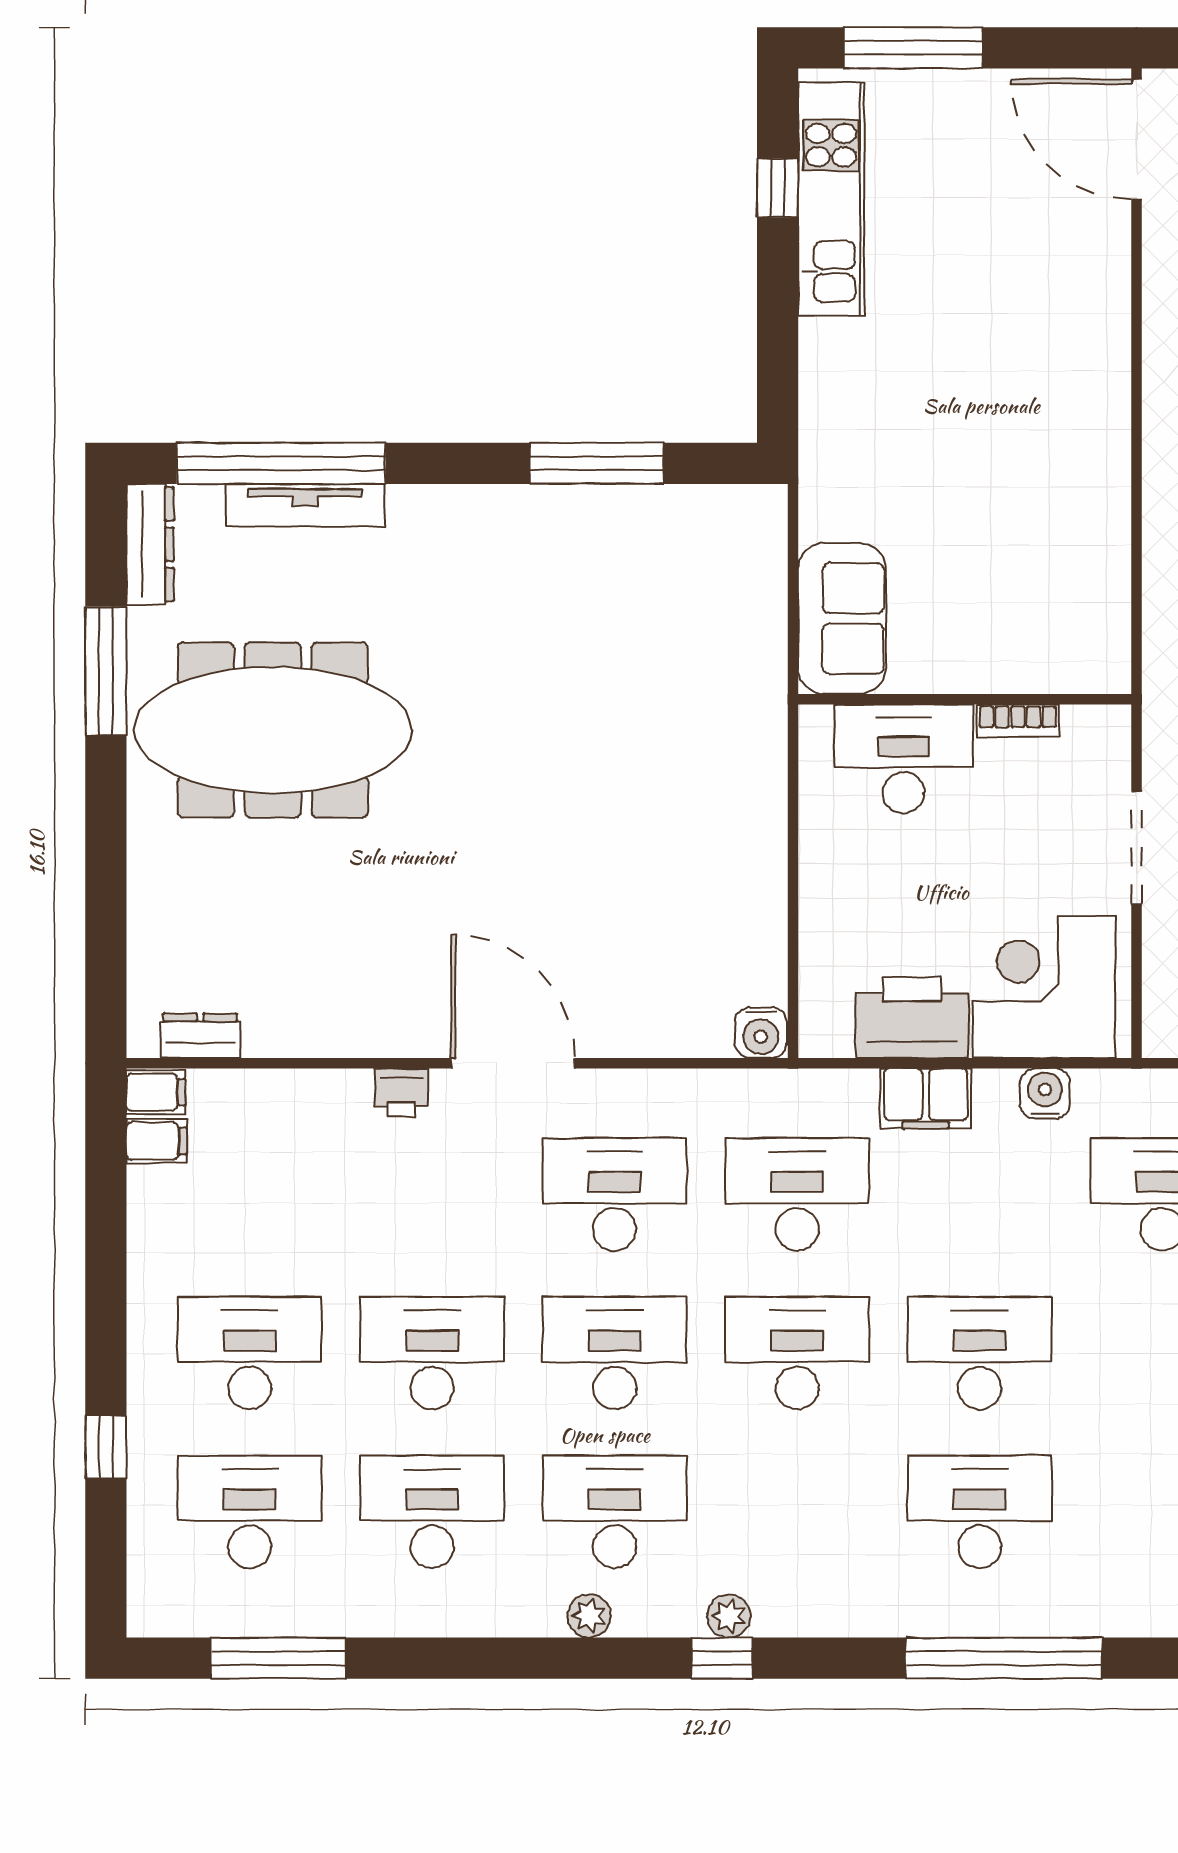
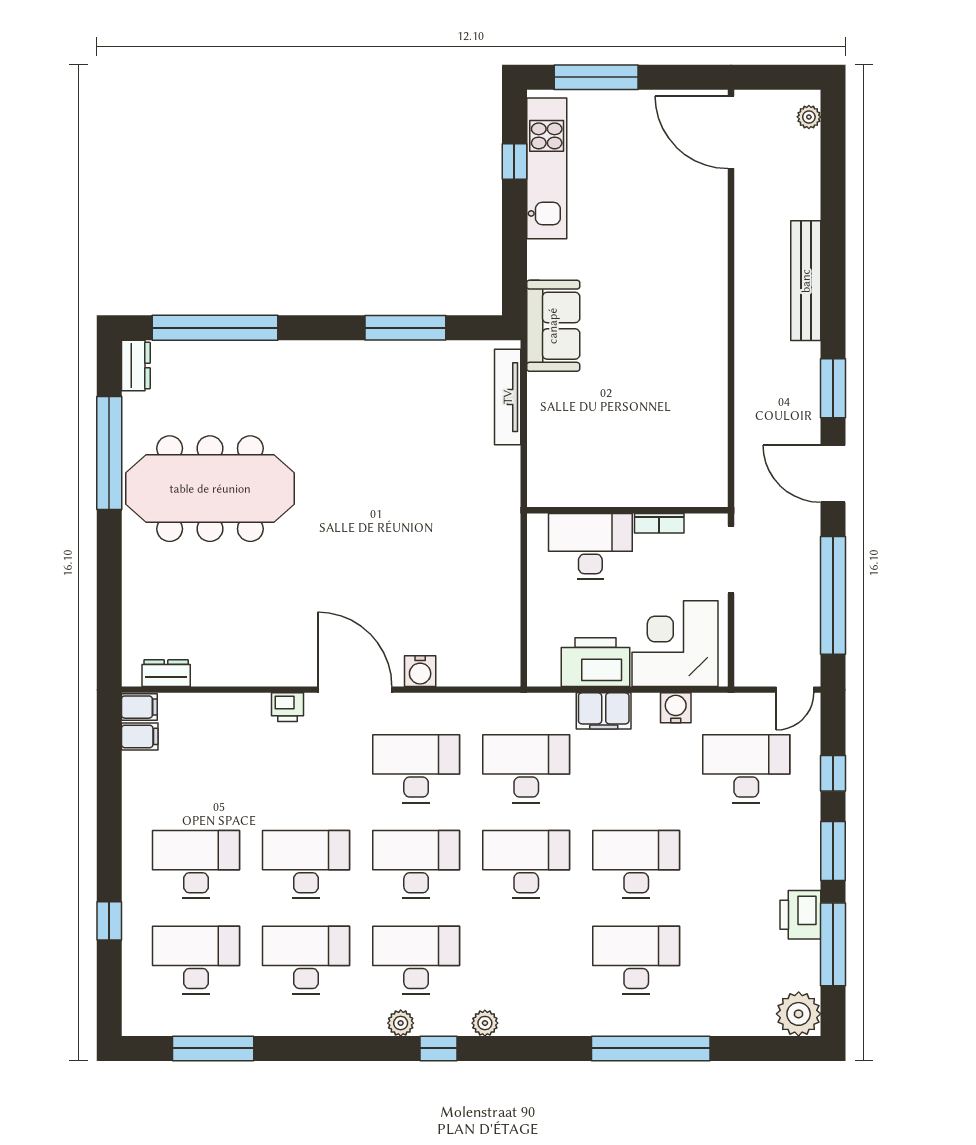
tv unit: (305, 505) -> (508, 397), moved, turned 90
dresser: (150, 544) -> (136, 365), width x0.70
sofa: (842, 618) -> (553, 326), moved
window: (106, 671) -> (109, 453), width x1.46
wall: (965, 699) -> (627, 510), moved
bookcase: (1018, 721) -> (659, 523), moved
desk: (904, 759) -> (590, 546), moved
water cooler: (761, 1033) -> (420, 671), moved
window: (722, 1658) -> (438, 1048), moved

